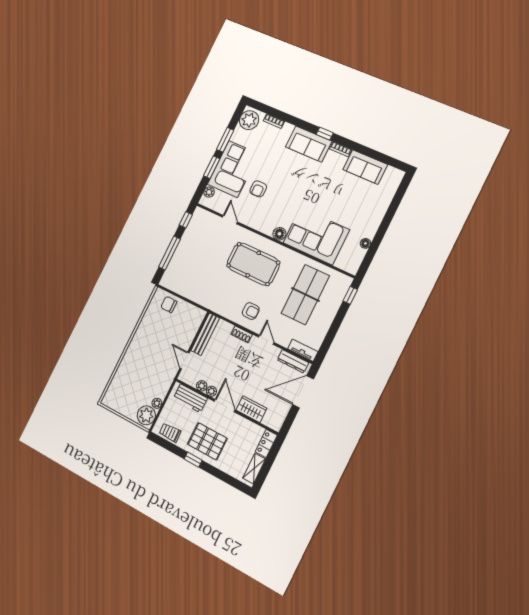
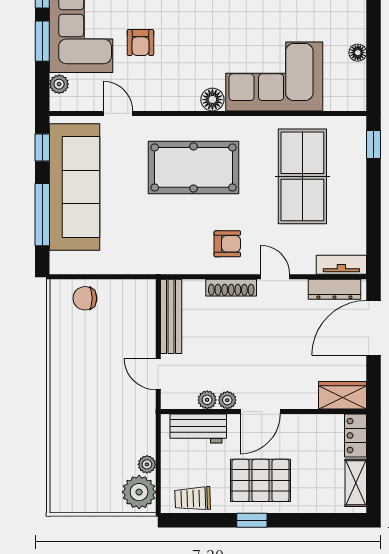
sofa: (191, 247) -> (75, 187), added
shoe rack: (242, 334) -> (231, 288), width x1.43
door: (225, 406) -> (260, 411), swing flipped
wardrobe: (251, 409) -> (342, 395), moved

